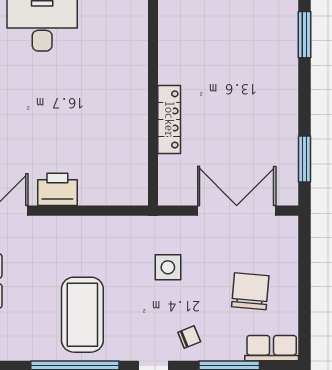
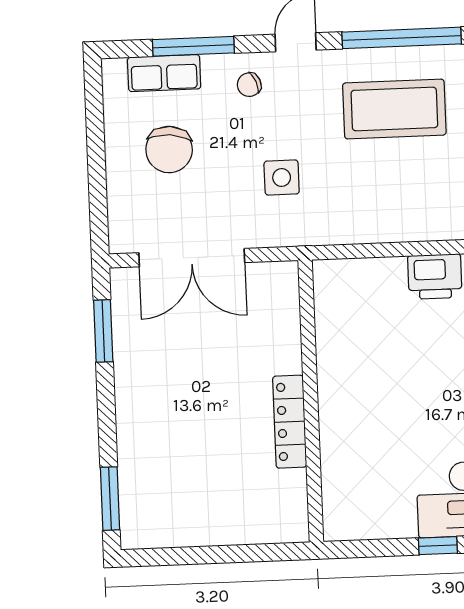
locker: (169, 119) -> (290, 422), moved
coffee table: (82, 315) -> (394, 109), turned 90
row of seats: (272, 348) -> (164, 73), moved

